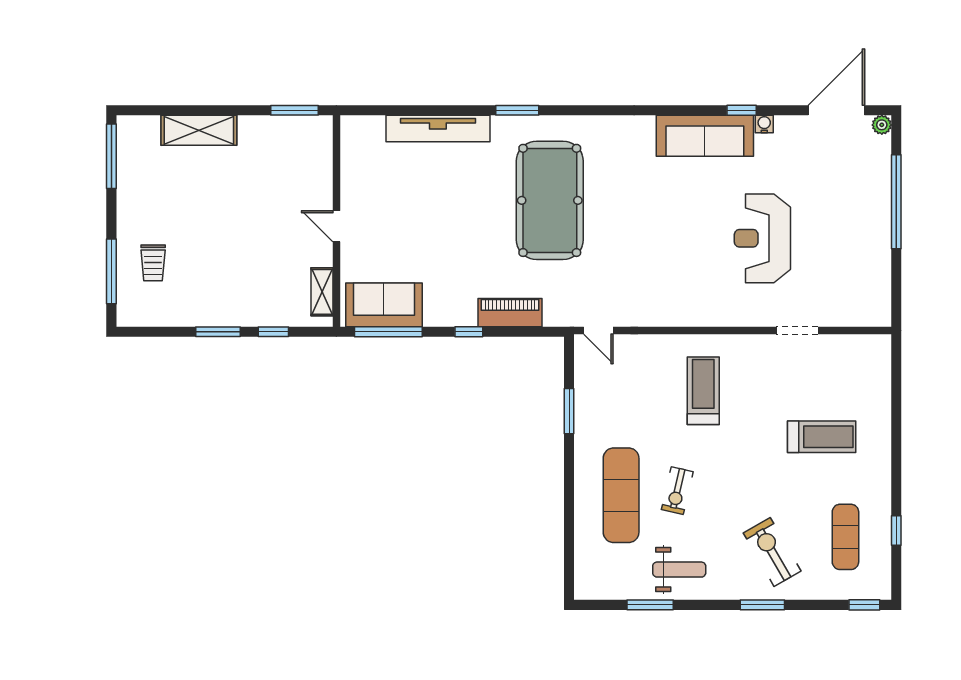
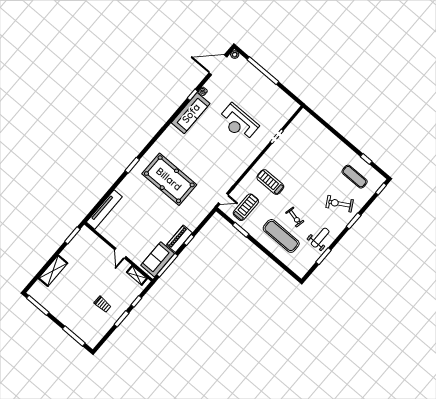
door: (836, 110) -> (218, 65), hinge flipped
tv unit: (438, 128) -> (104, 209), moved
door: (336, 226) -> (120, 253), hinge flipped
trolley: (153, 263) -> (103, 304), moved
piano: (510, 313) -> (179, 239), moved
treadmill: (822, 437) -> (246, 207), moved

